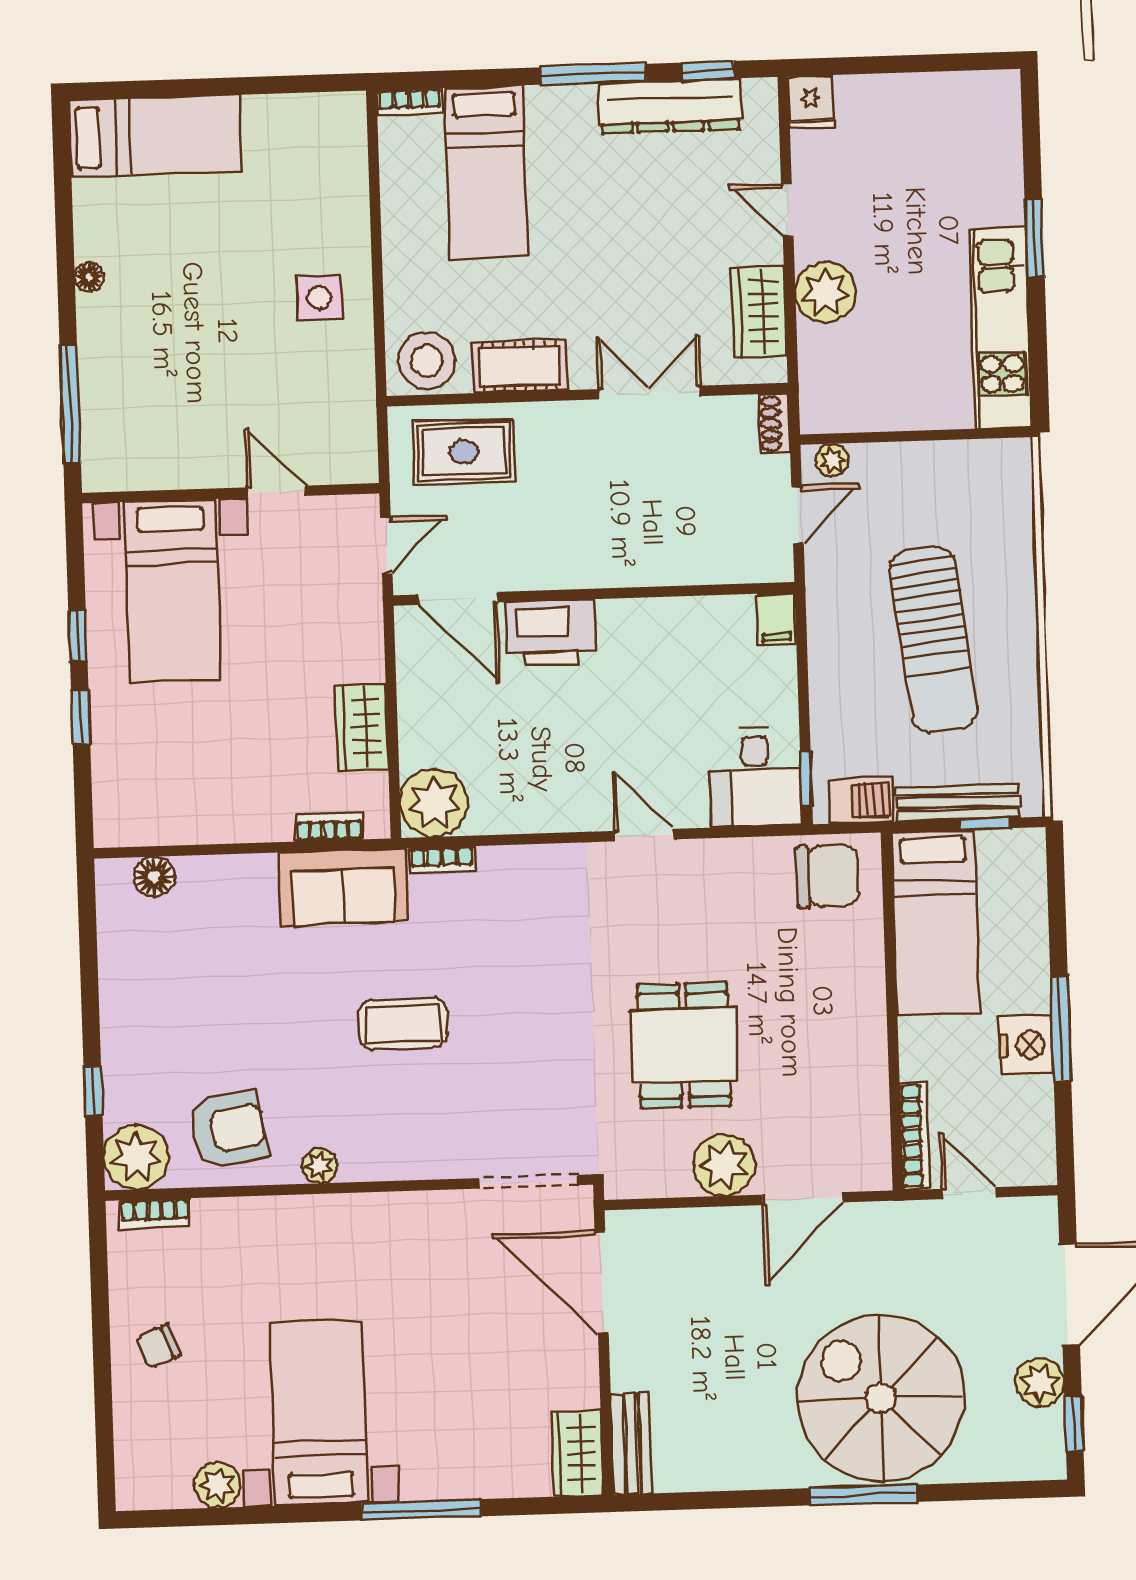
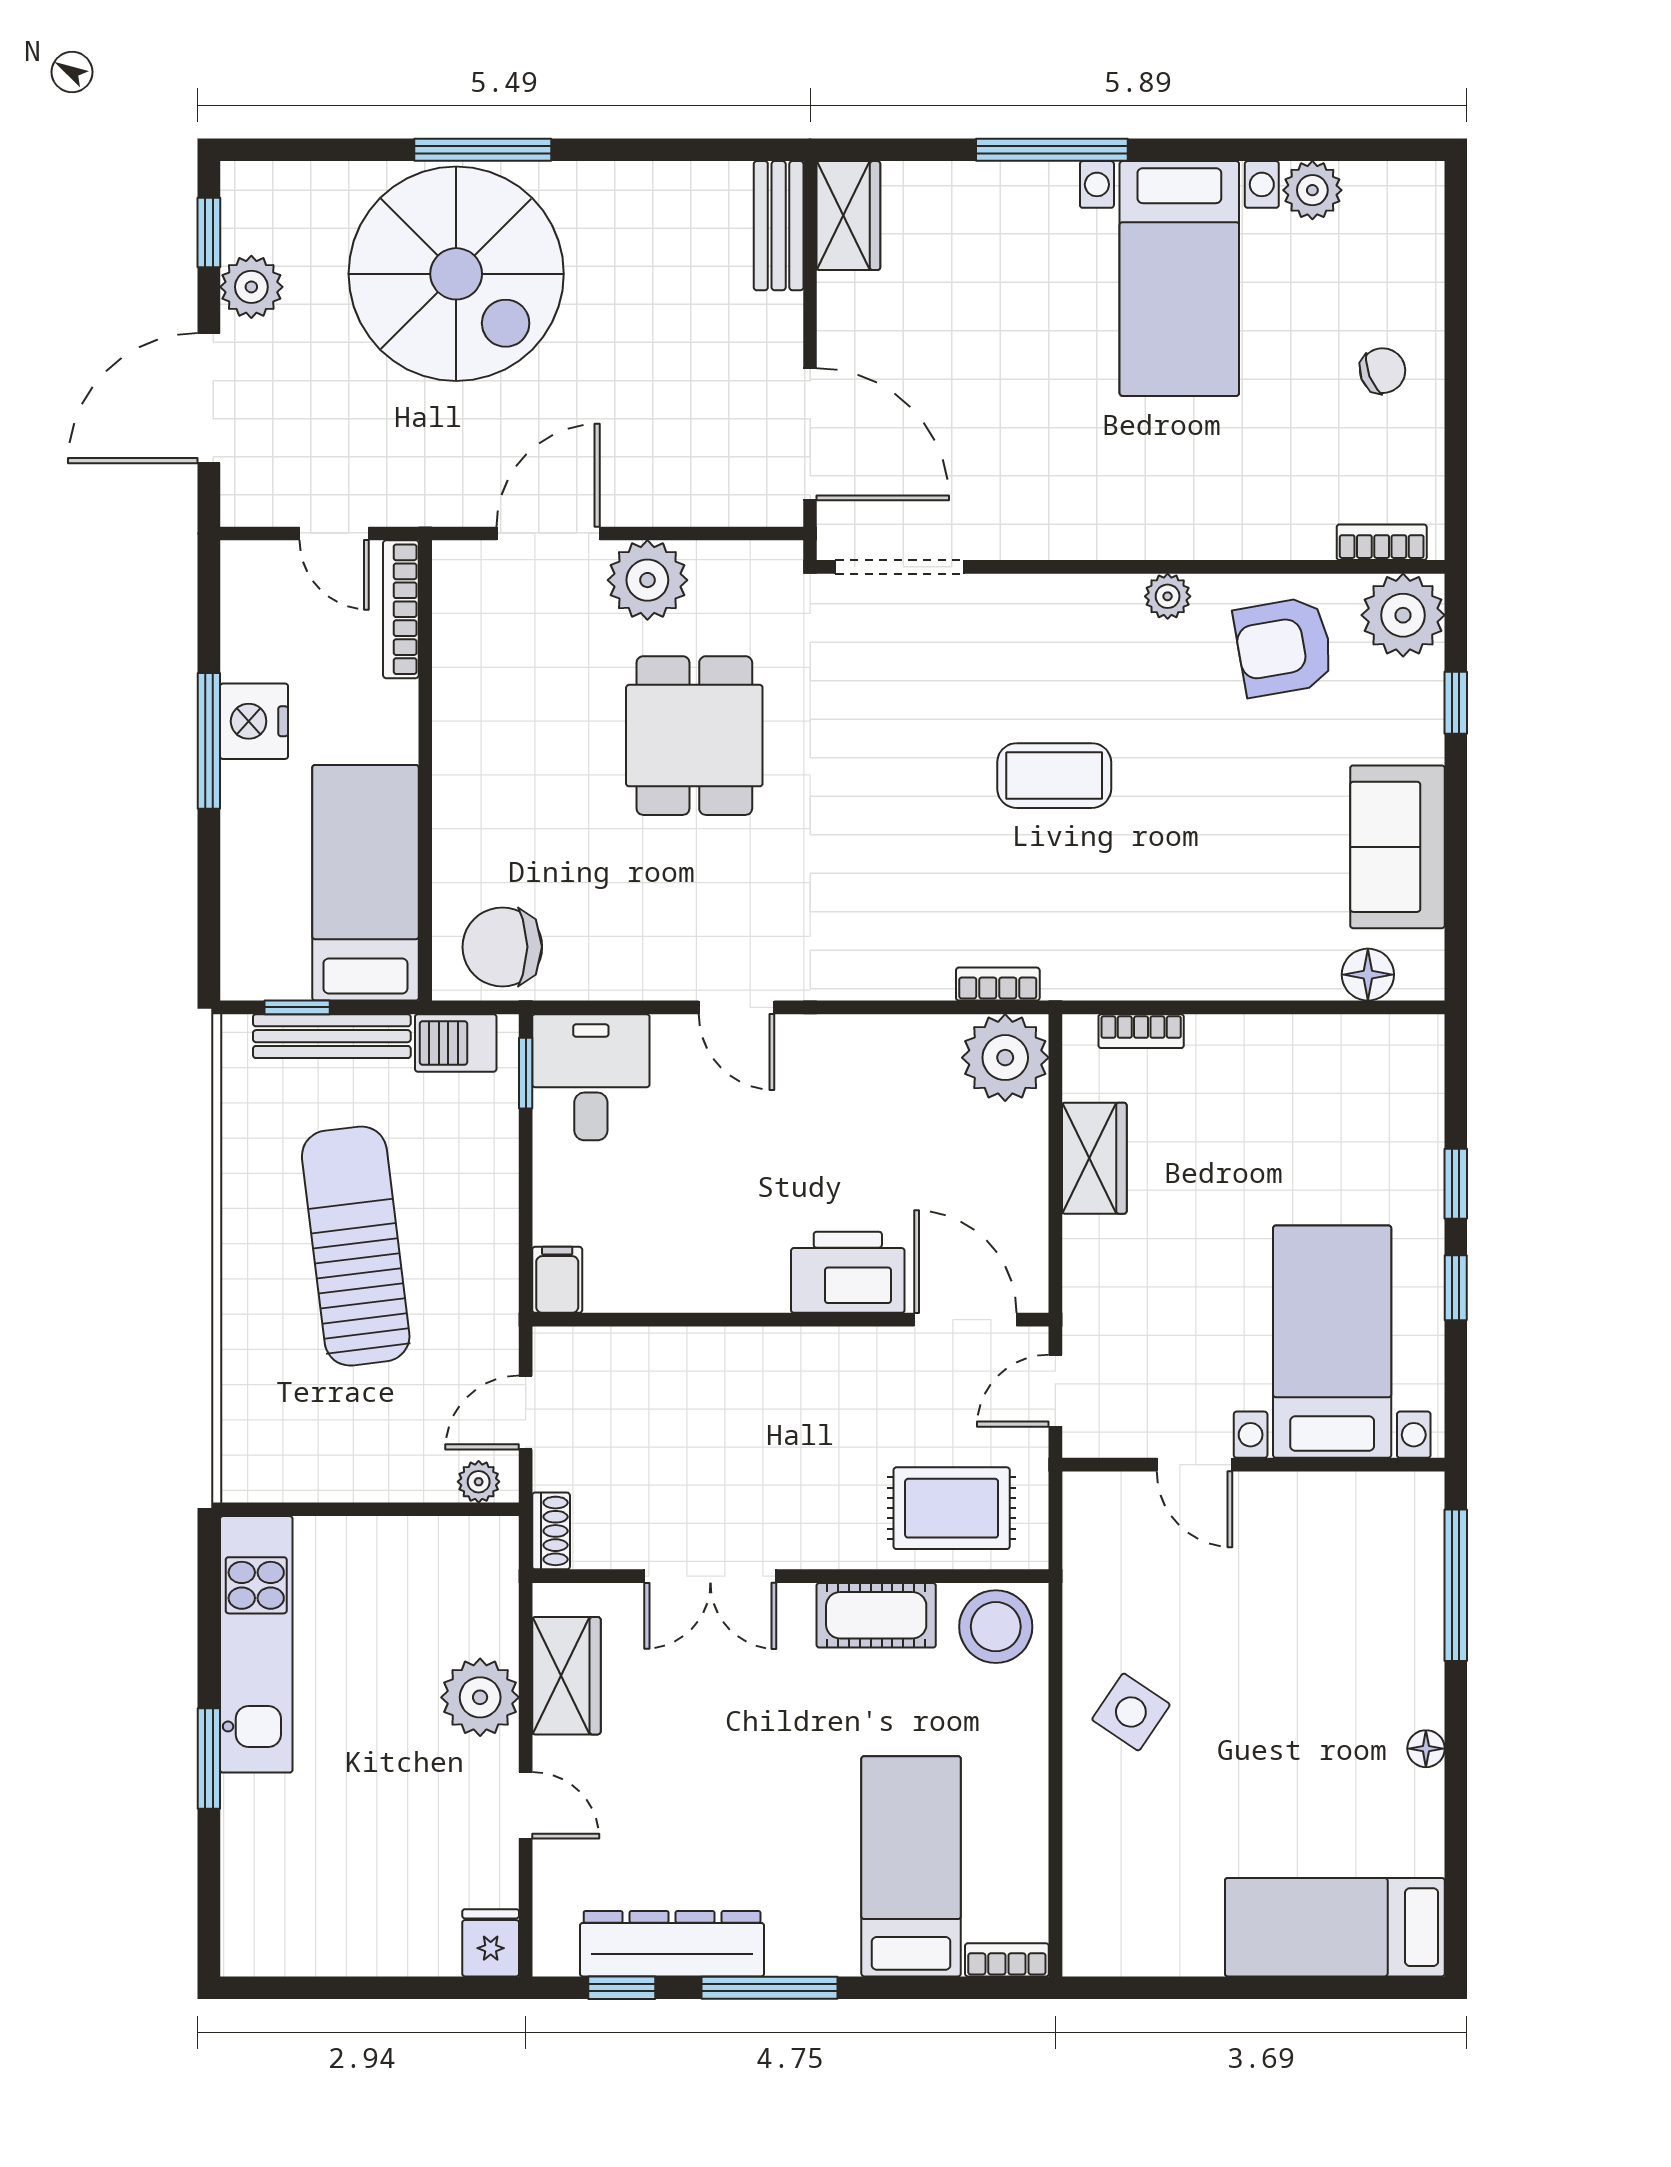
side table: (319, 298) -> (1131, 1712), turned 34
sofa: (343, 887) -> (1397, 847), moved, turned -90

